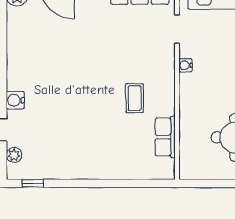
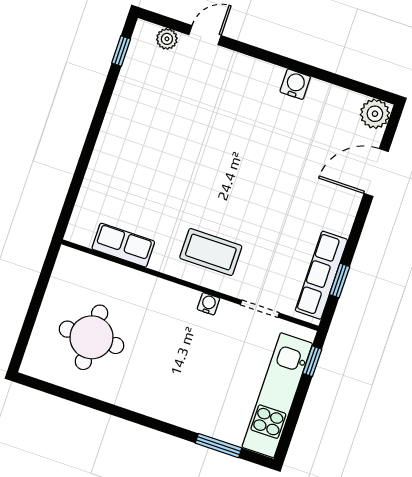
coffee table: (135, 98) -> (211, 252), moved, width x1.36, depth x1.30
water cooler: (15, 100) -> (295, 84), moved

